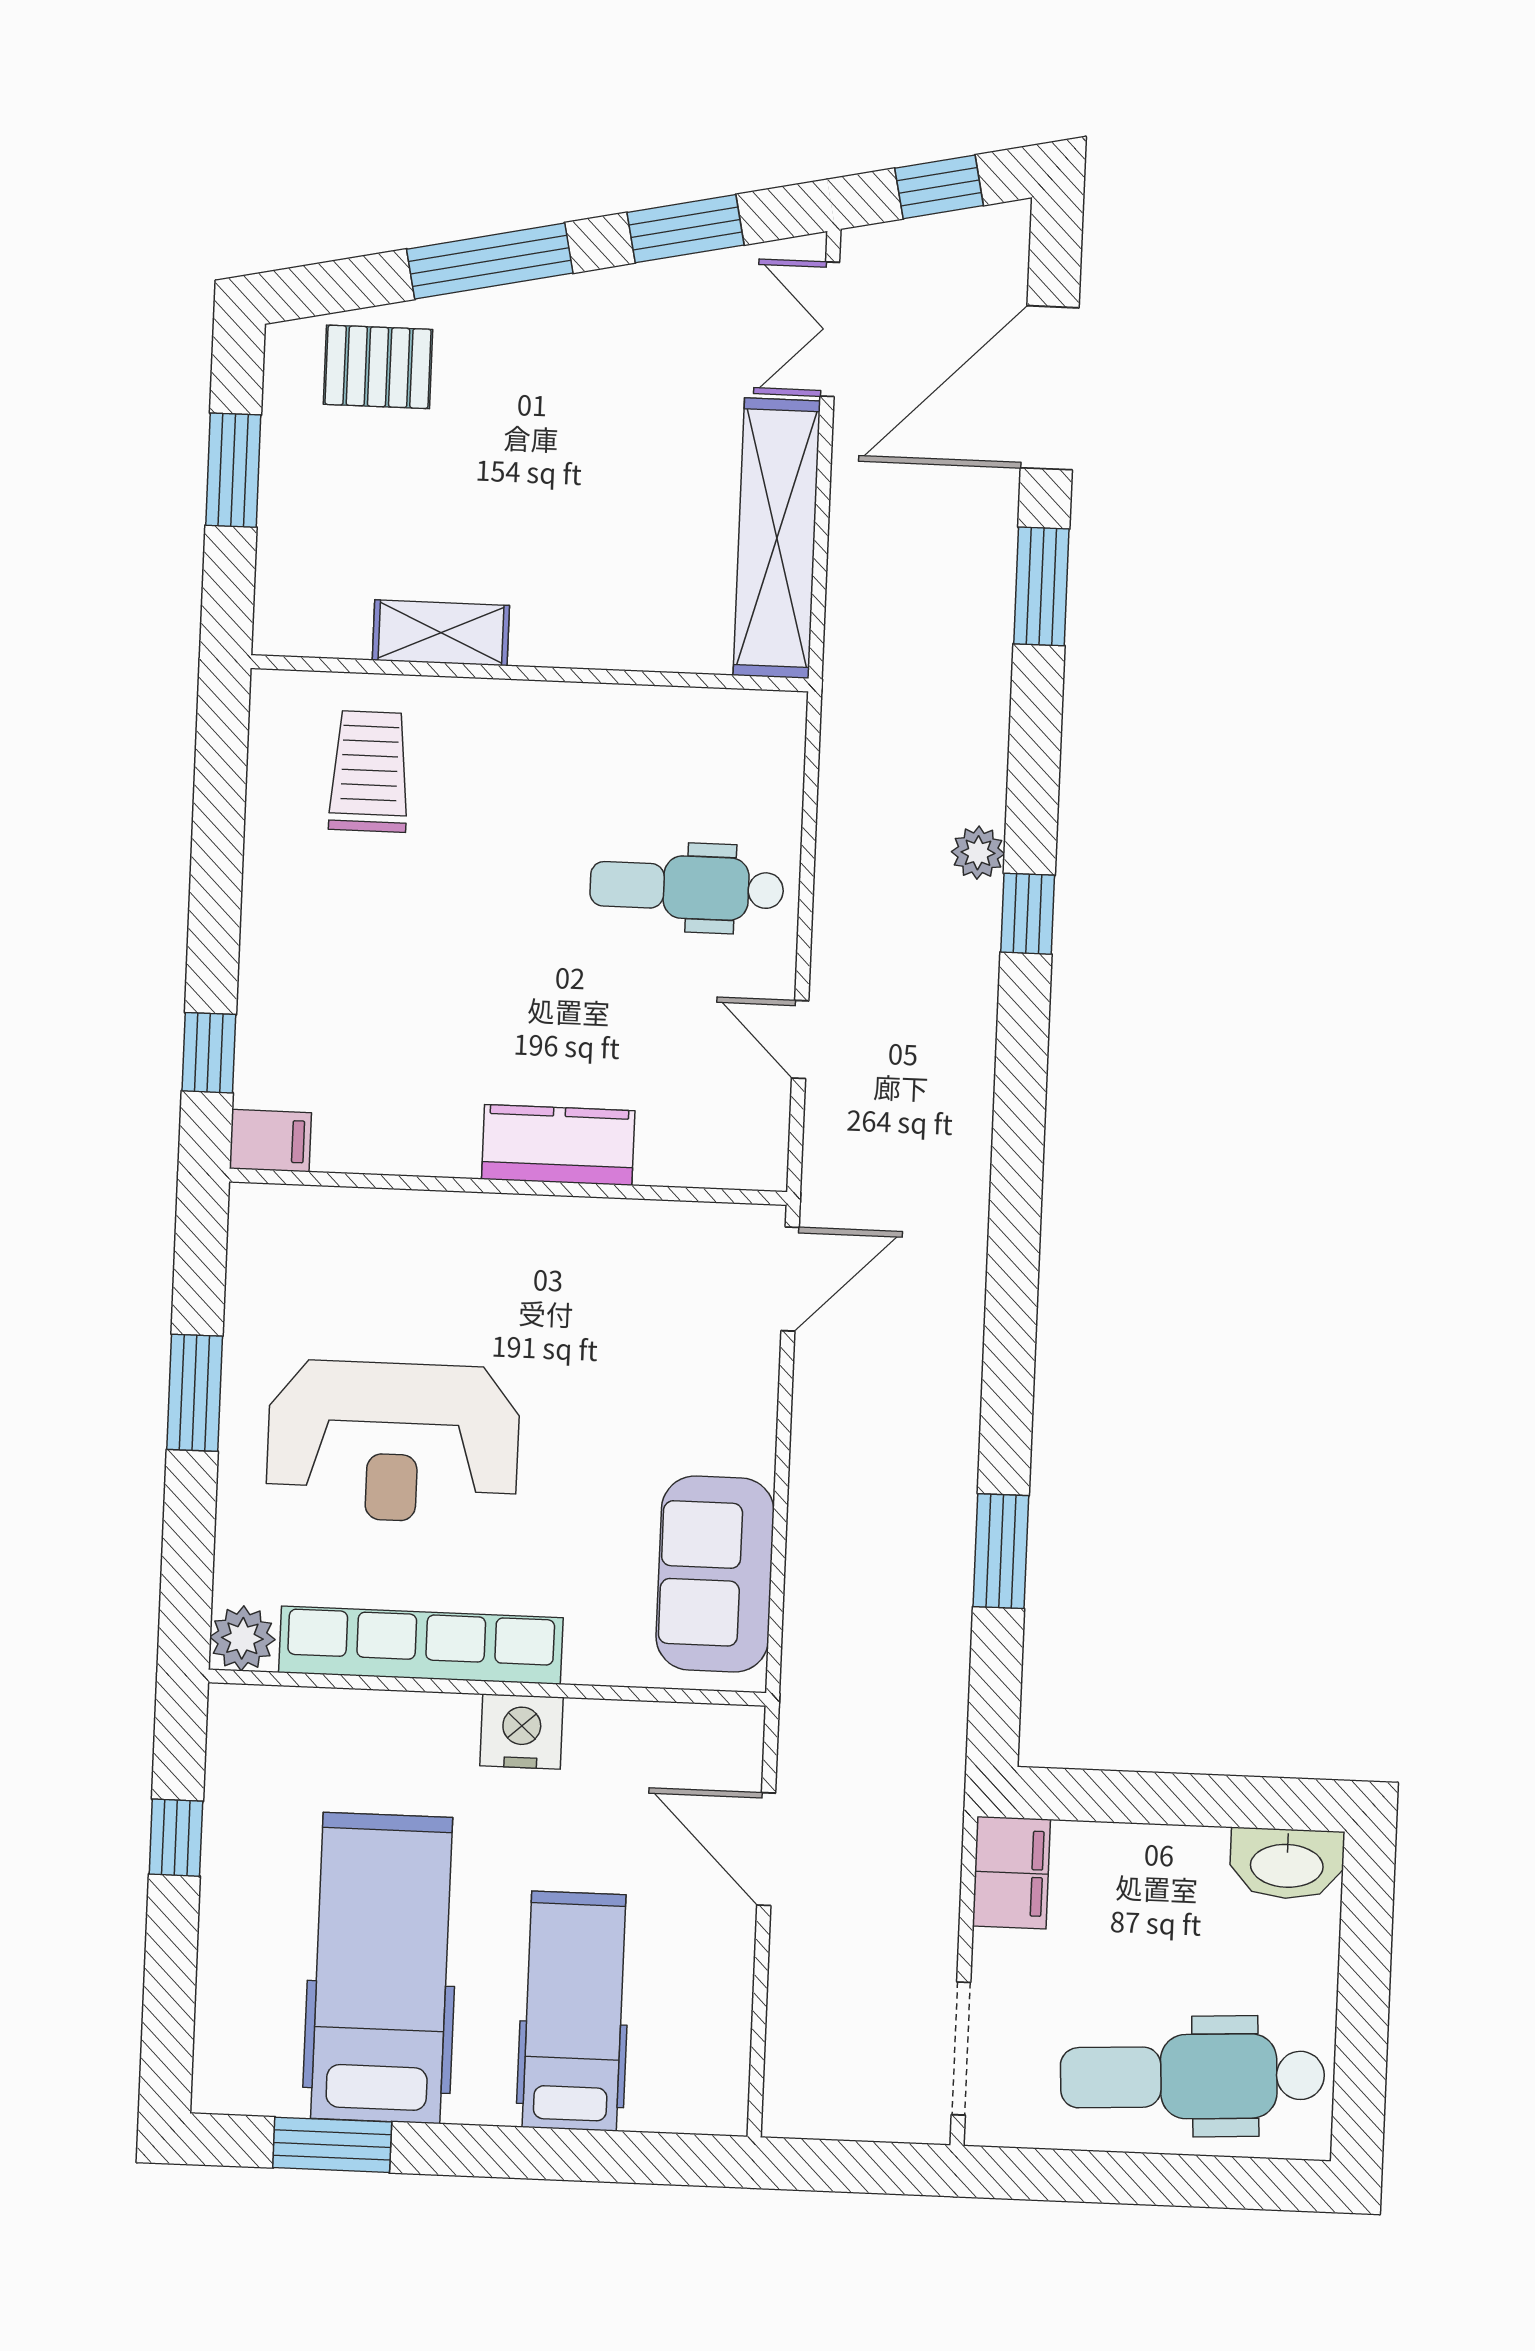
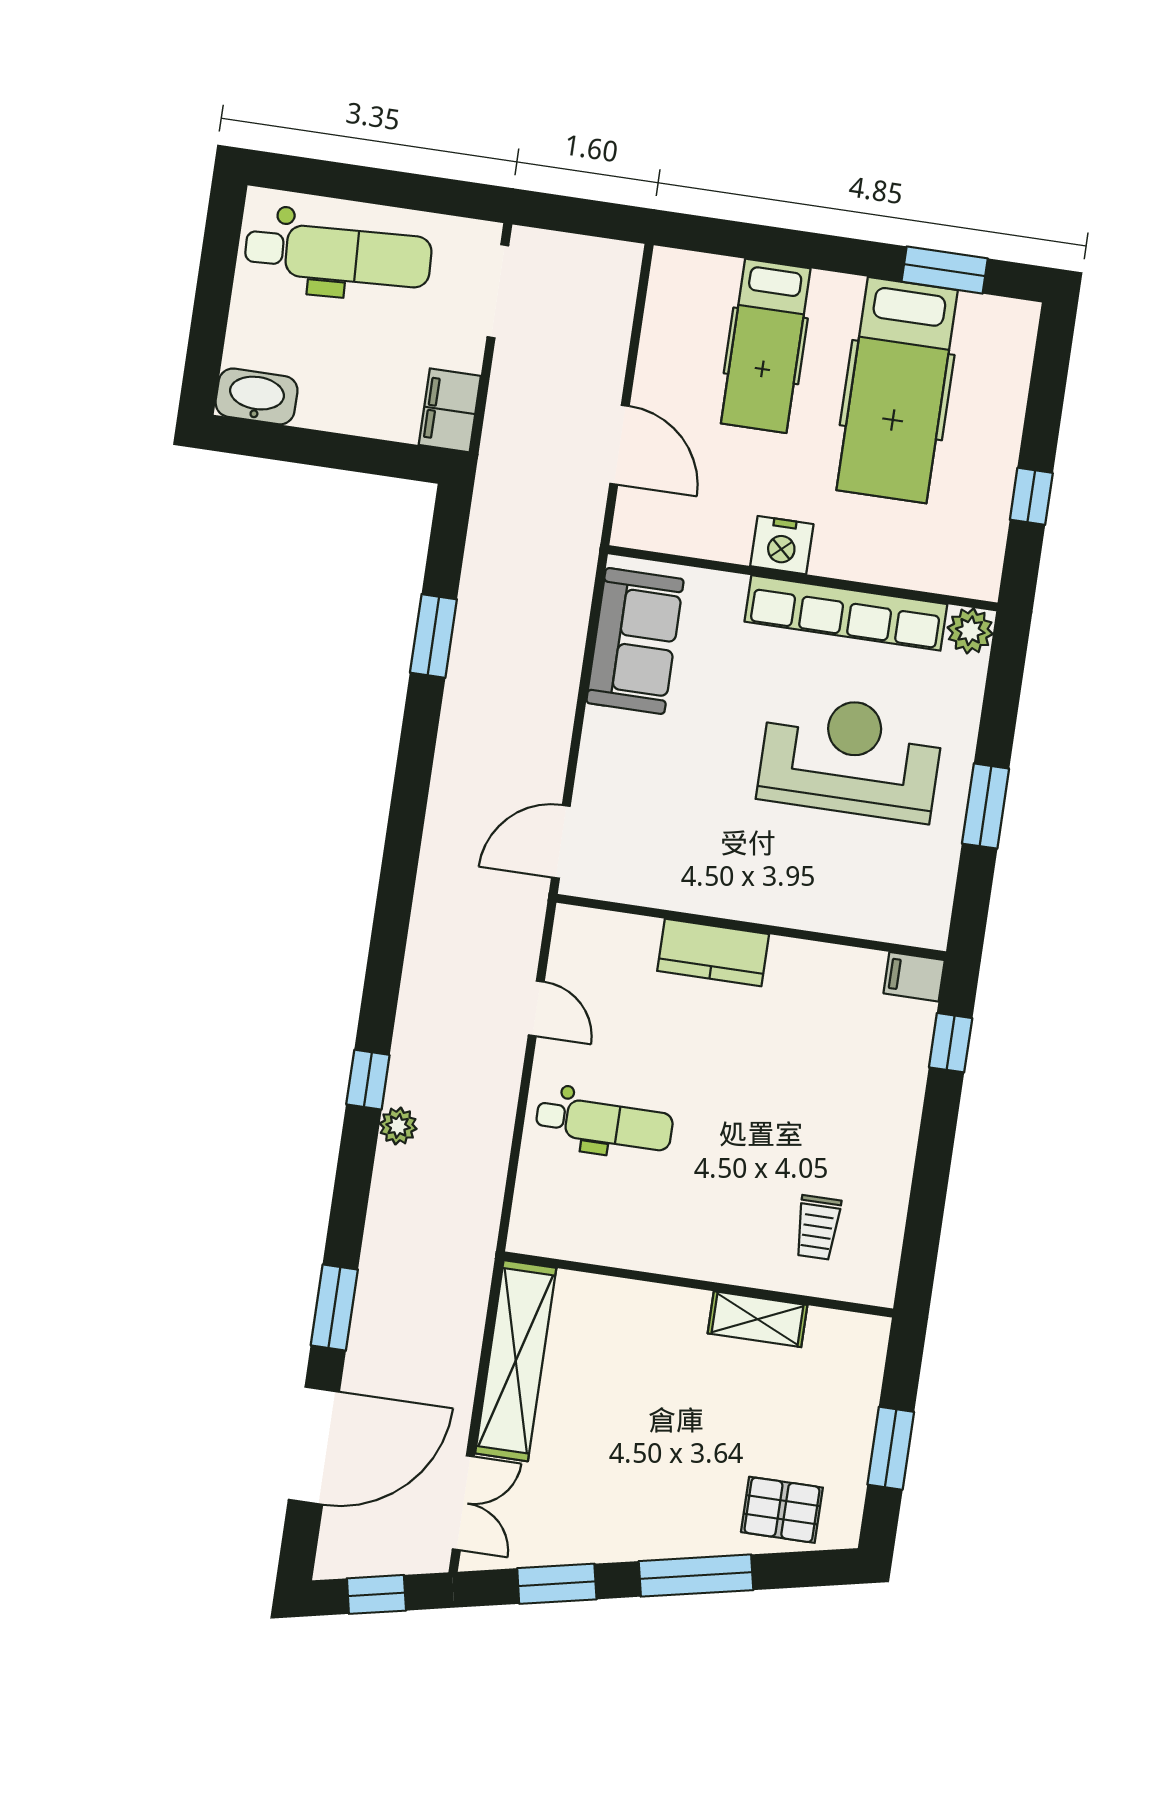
trolley: (369, 772) -> (818, 1227), width x0.73, depth x0.72

